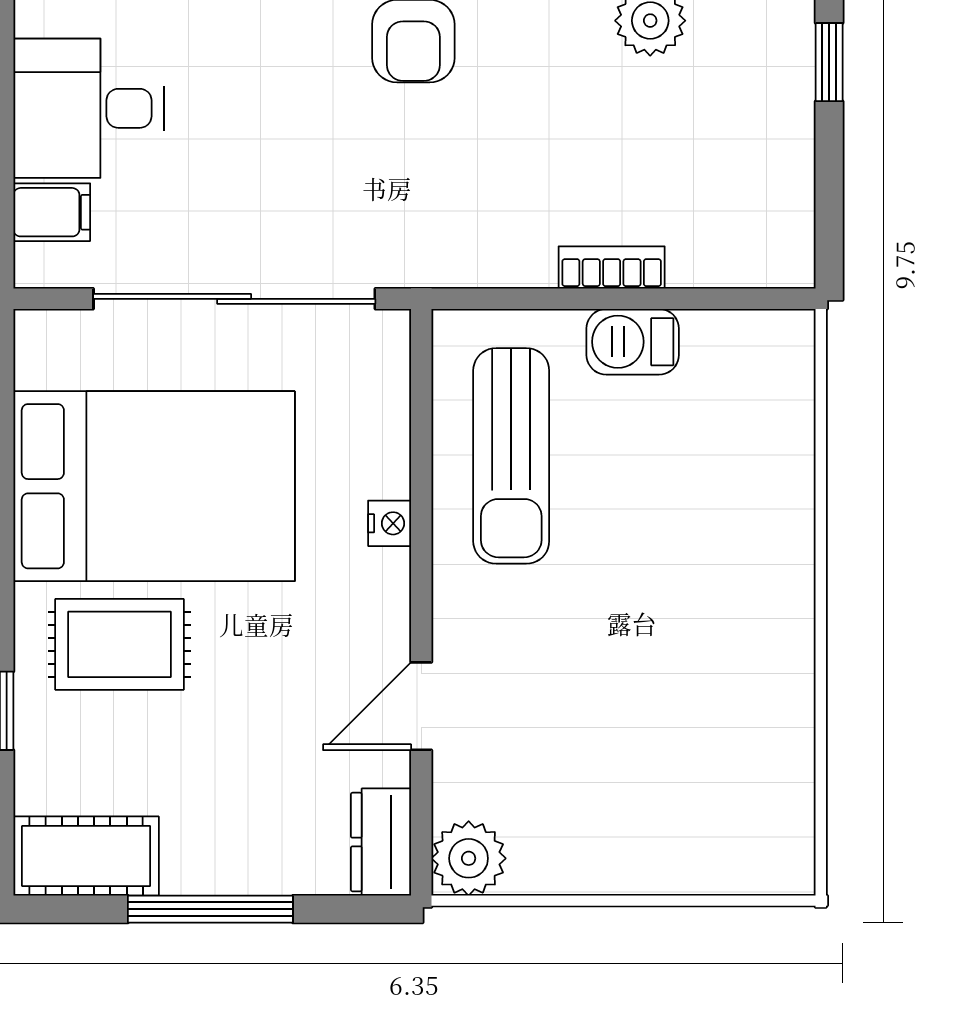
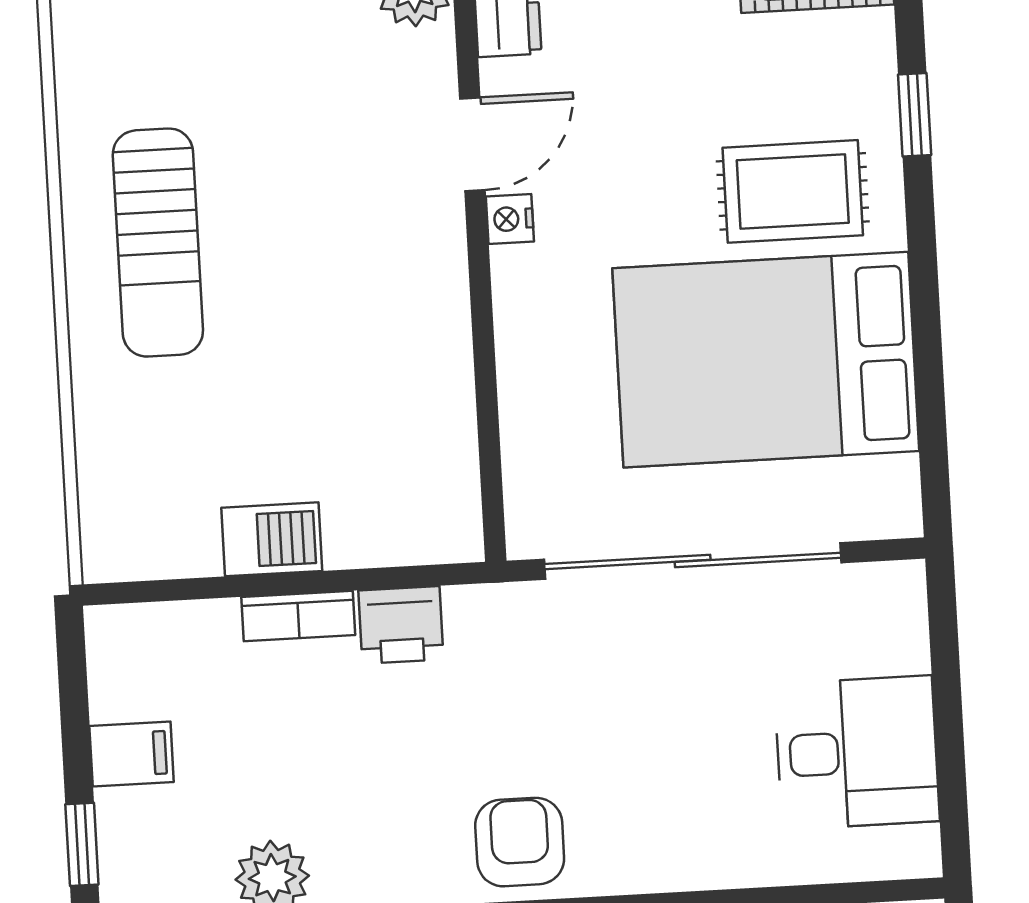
filing cabinet: (52, 212) -> (132, 754), moved, turned 180
printer: (515, 254) -> (401, 625), added
sun lounger: (511, 456) -> (158, 243), moved, turned 180
nightstand: (390, 523) -> (510, 219), moved

